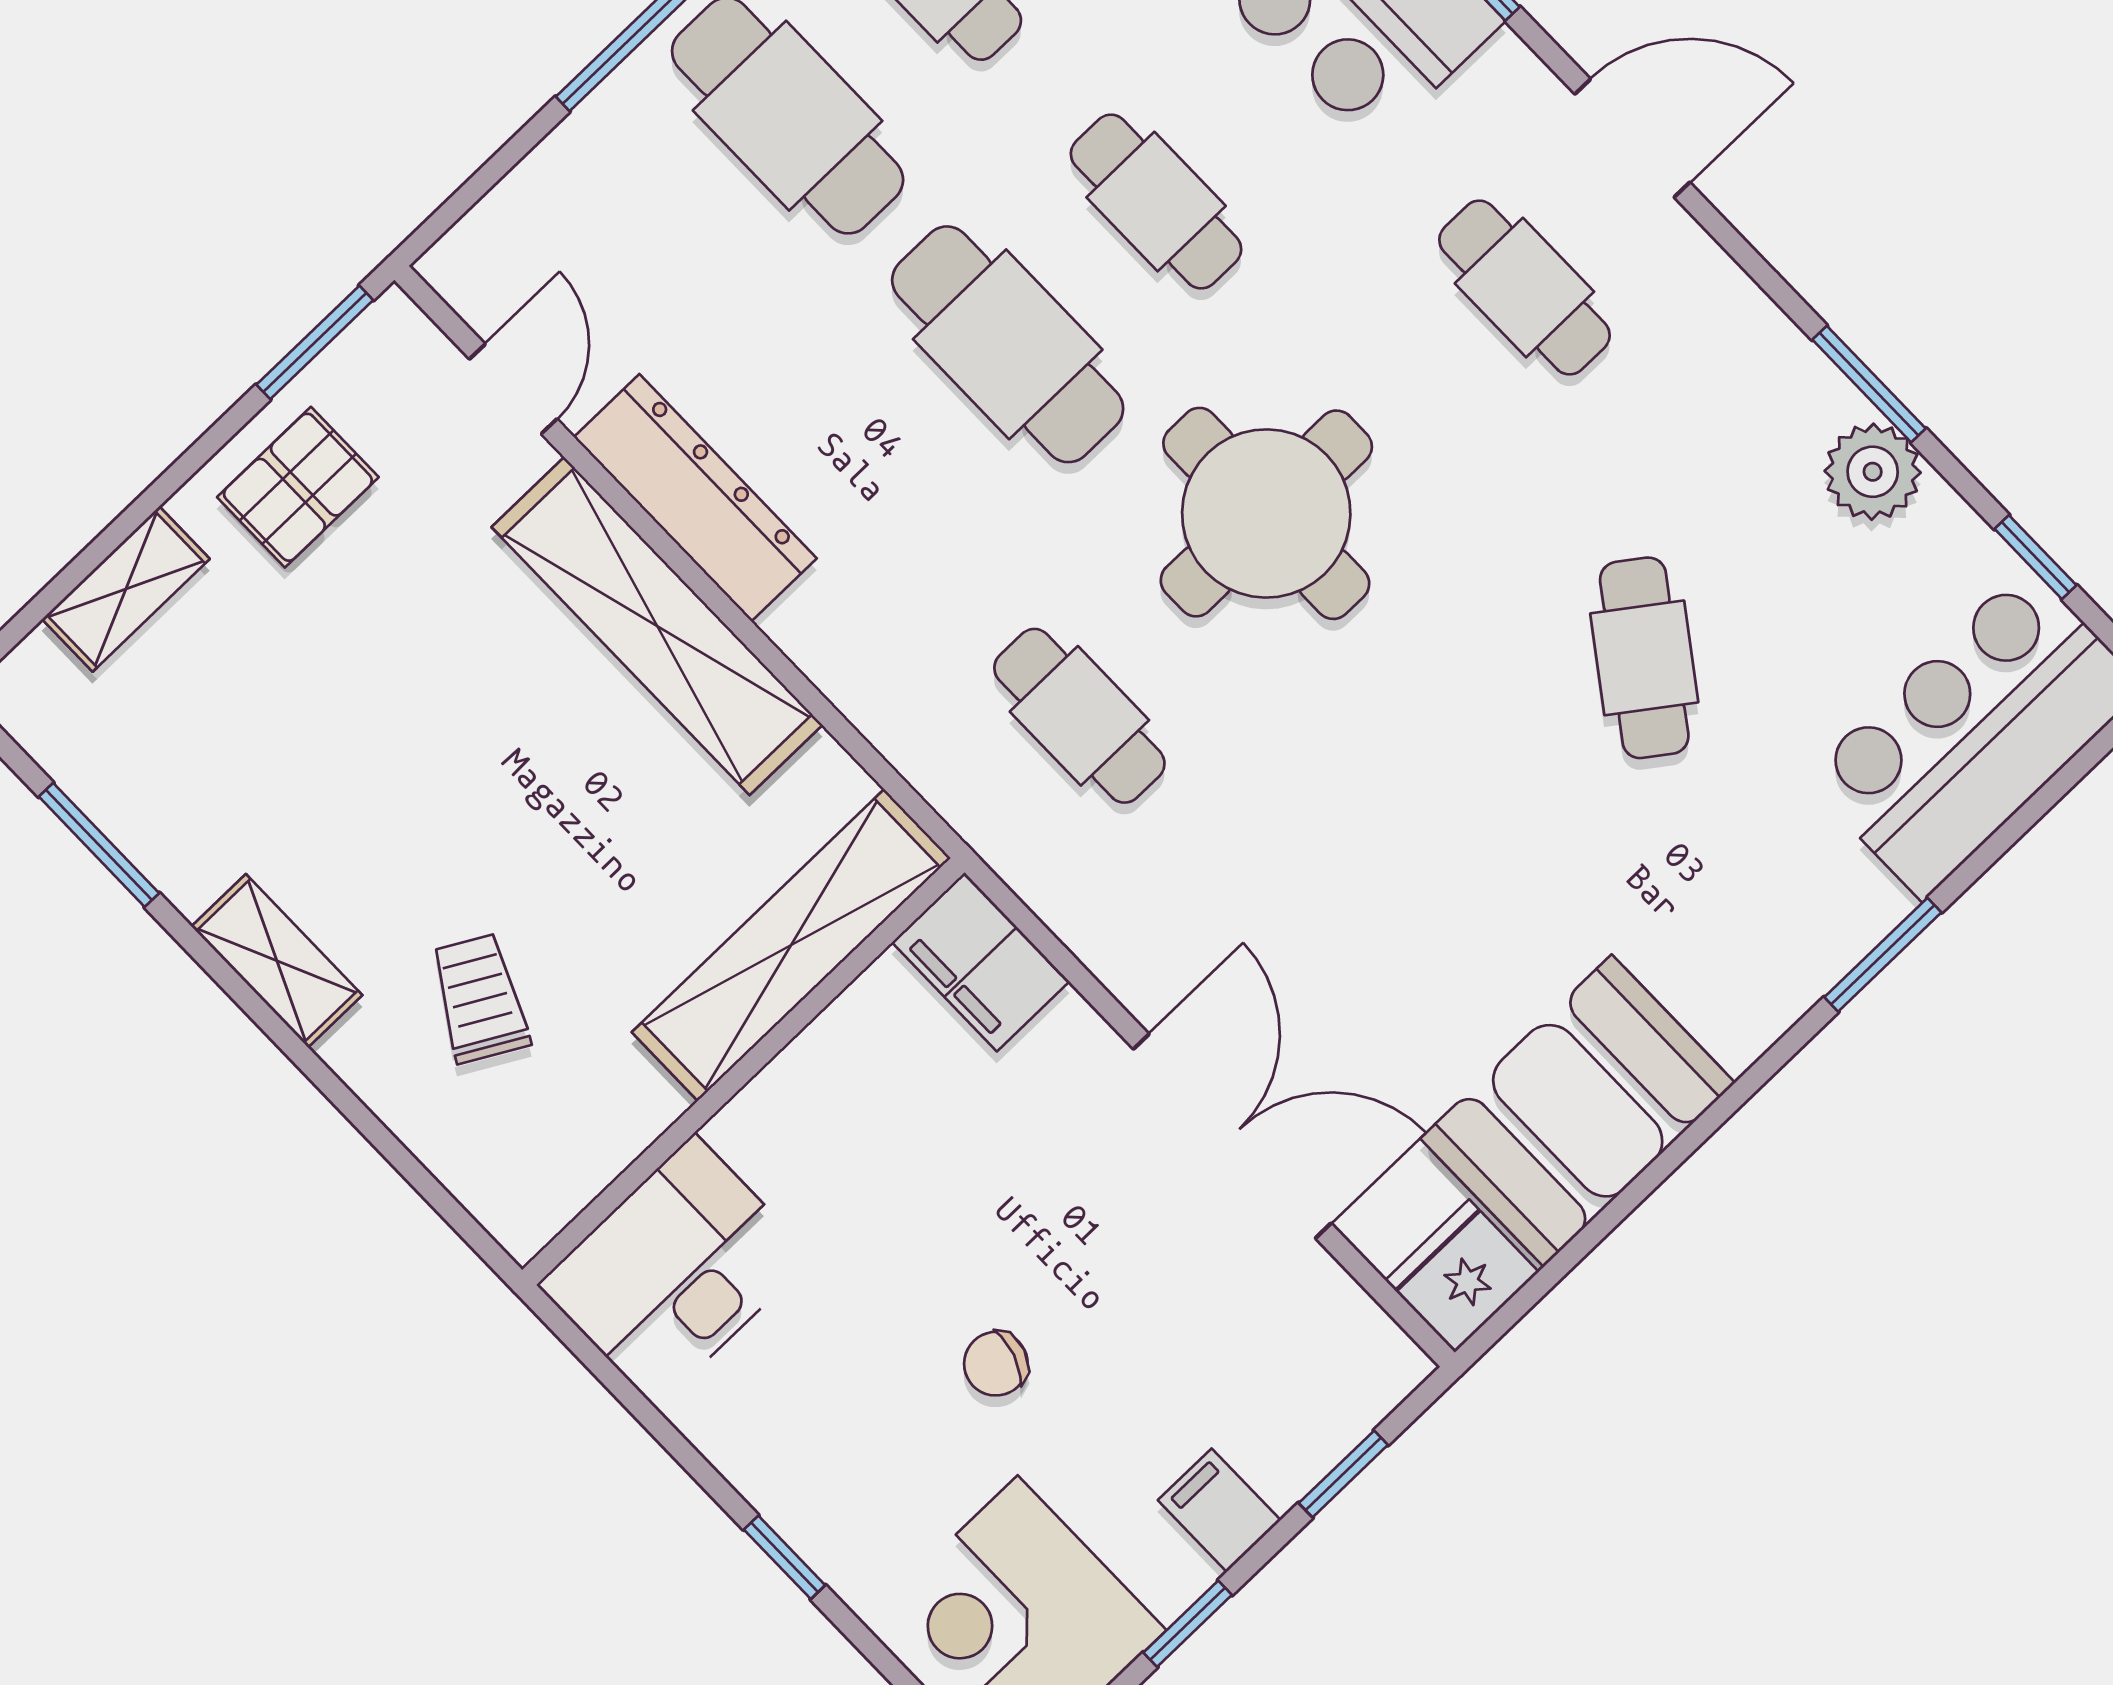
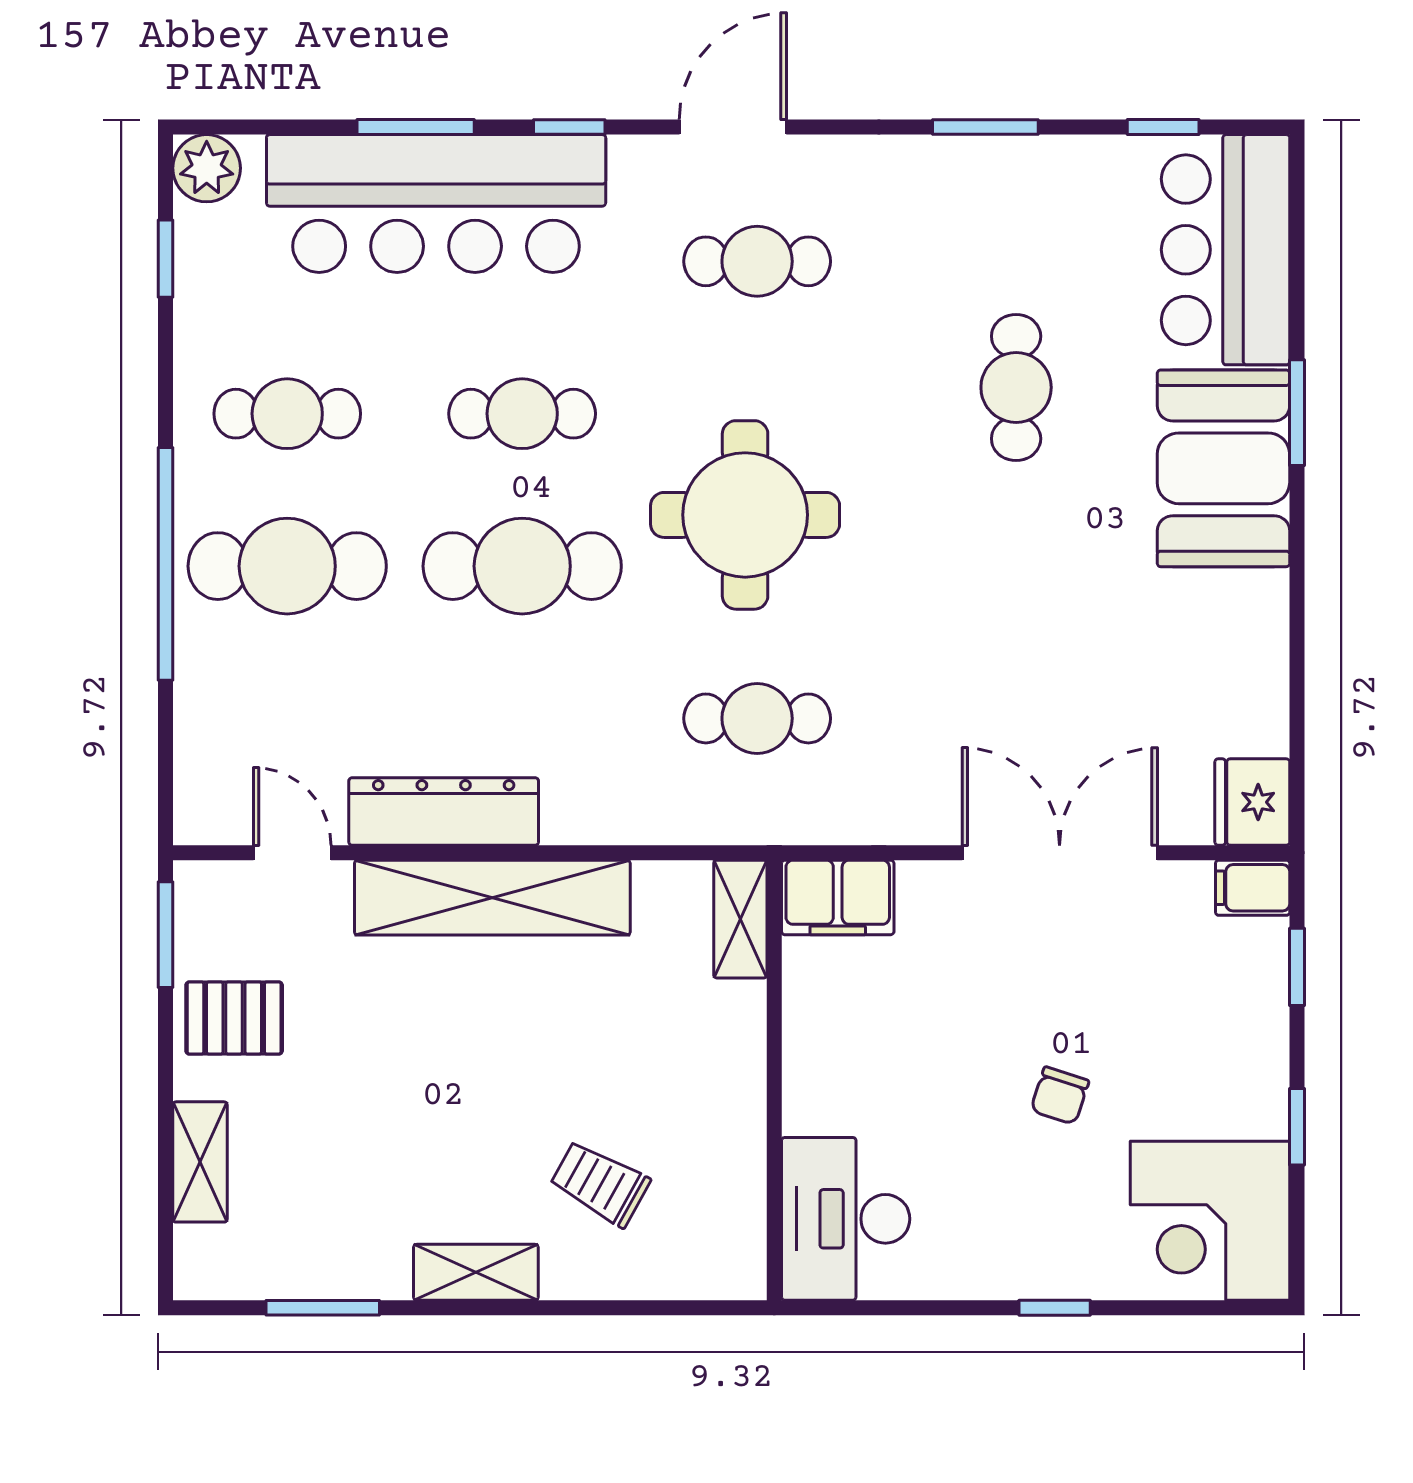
plant: (1873, 472) -> (1034, 170), removed
pallet: (298, 487) -> (234, 1018), turned 90
cafe table: (1644, 658) -> (1016, 387), turned 54
shelving: (791, 945) -> (740, 919), width x0.45, depth x0.75
booth: (1578, 1111) -> (1223, 468), moved
filing cabinet: (1219, 1510) -> (1253, 888), moved

